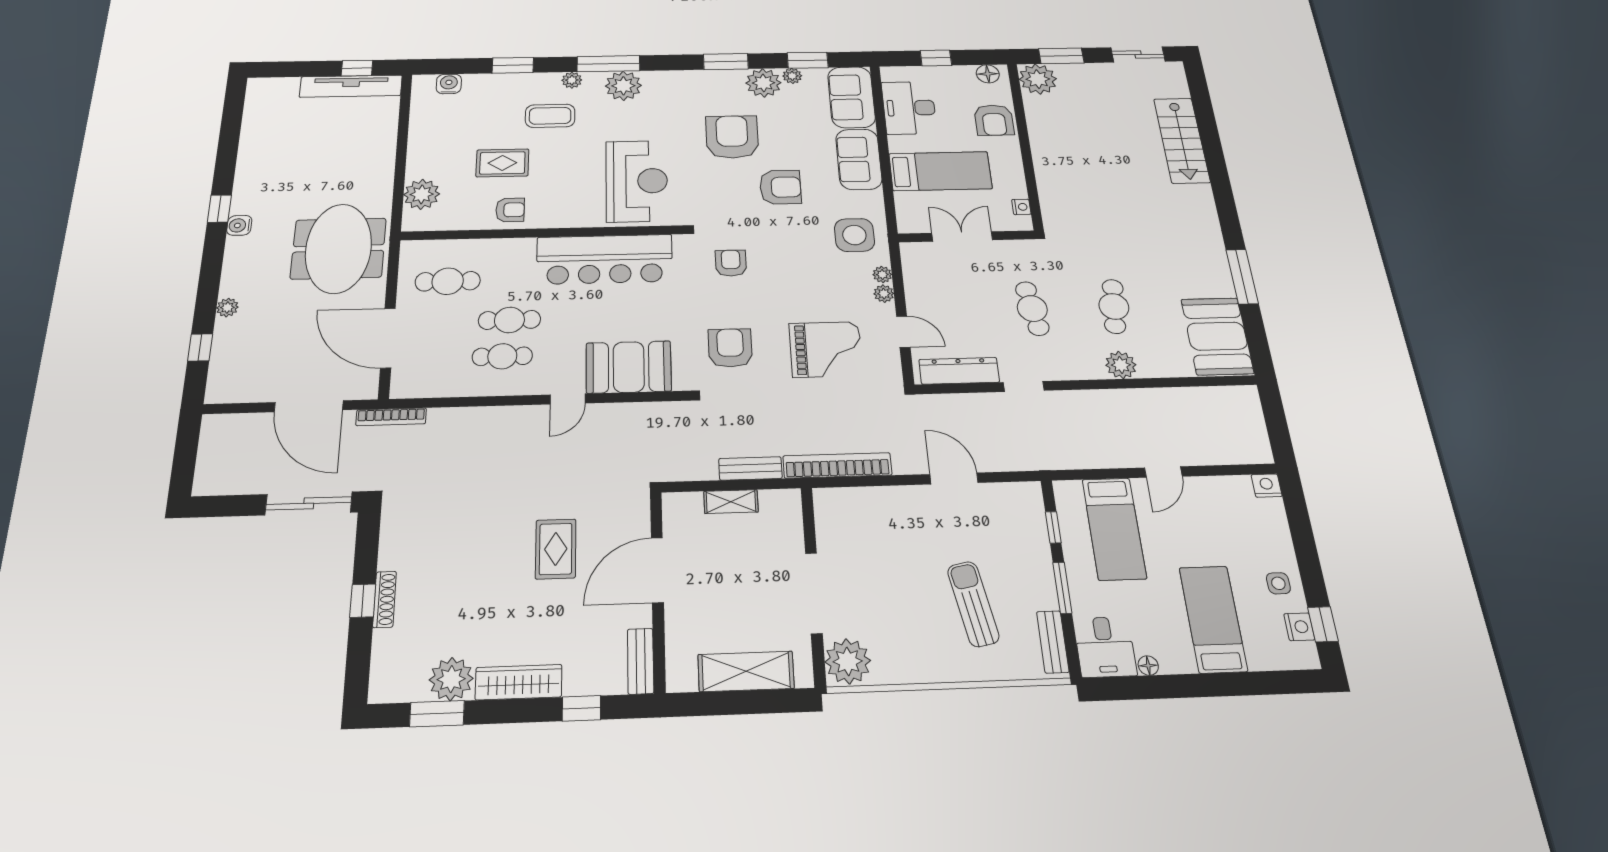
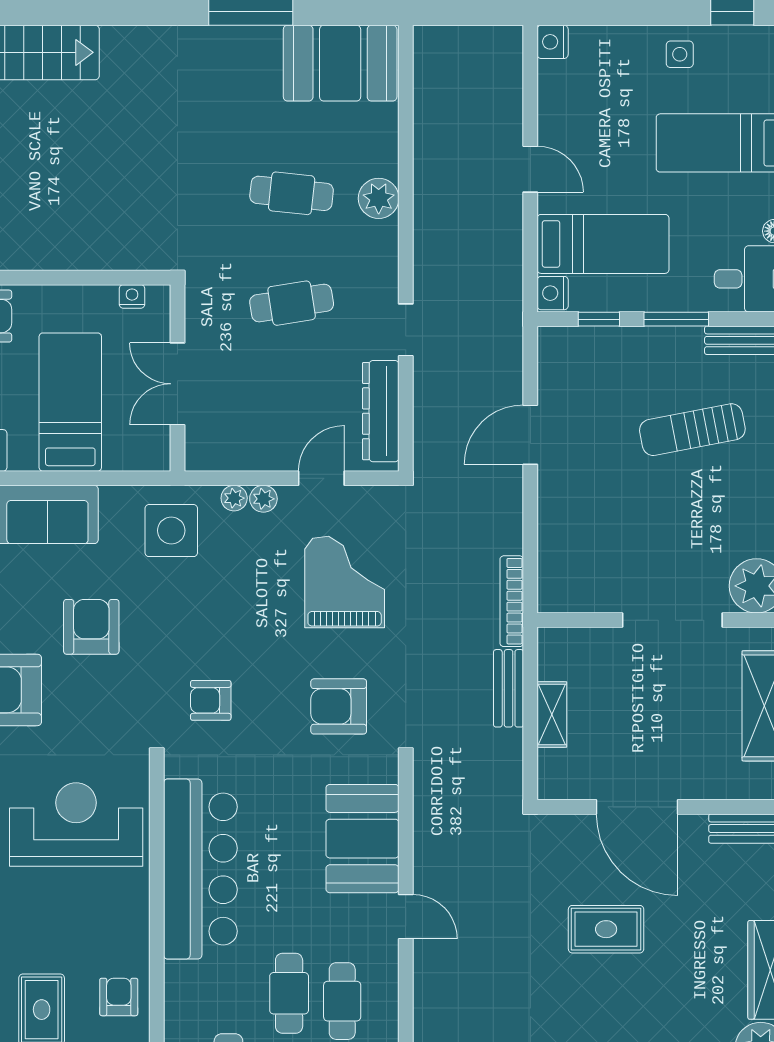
bookcase: (837, 465) -> (512, 601), width x0.68, depth x0.76
nightstand: (1299, 627) -> (553, 293), moved, turned -90

